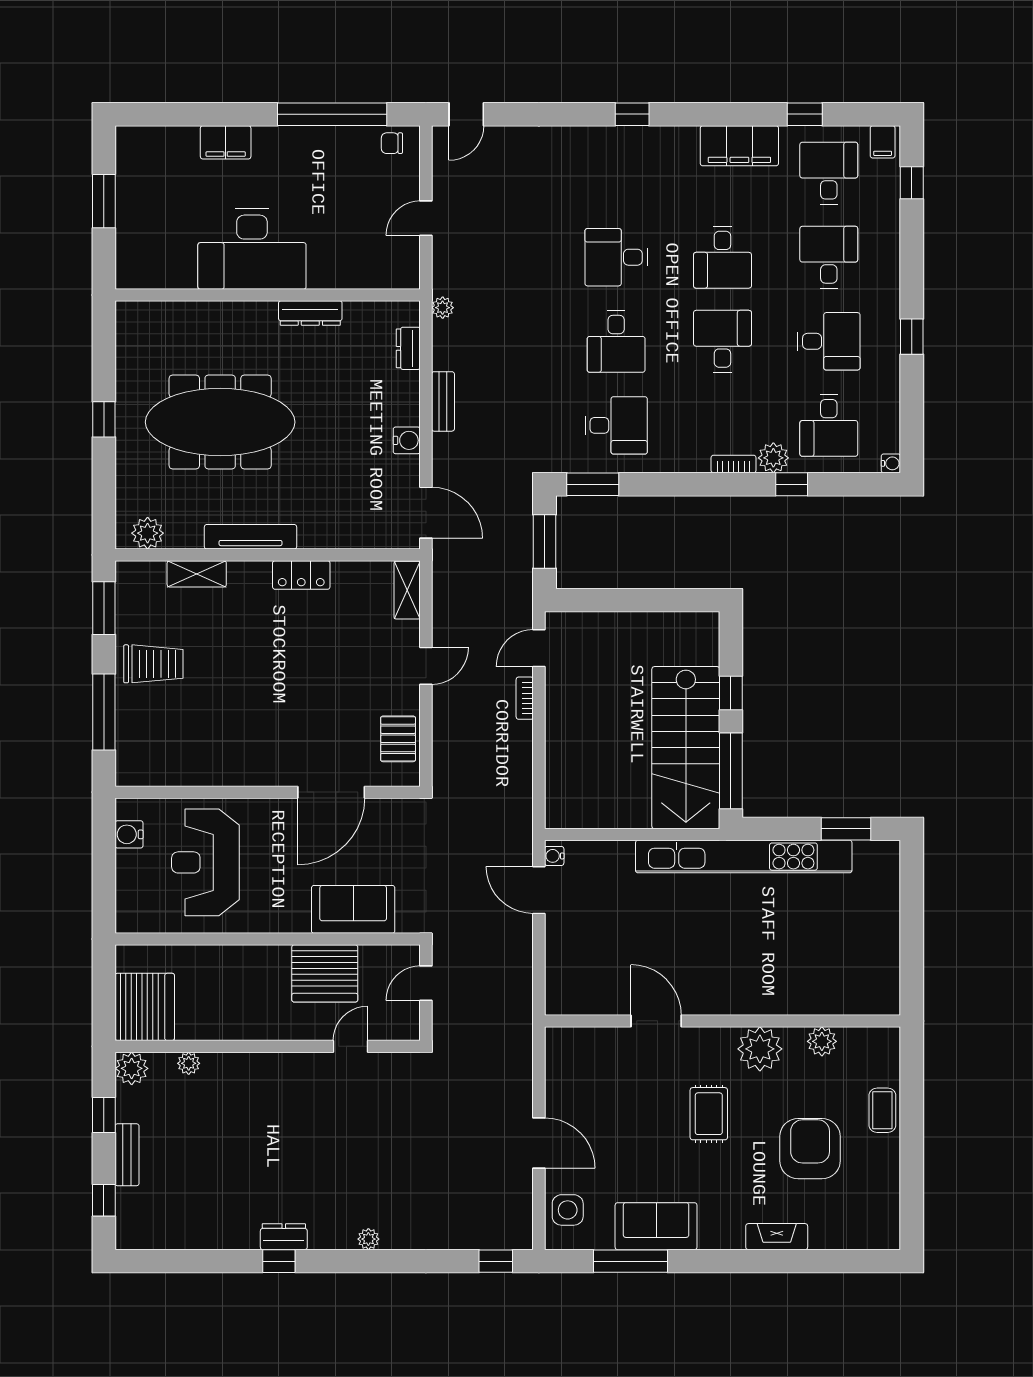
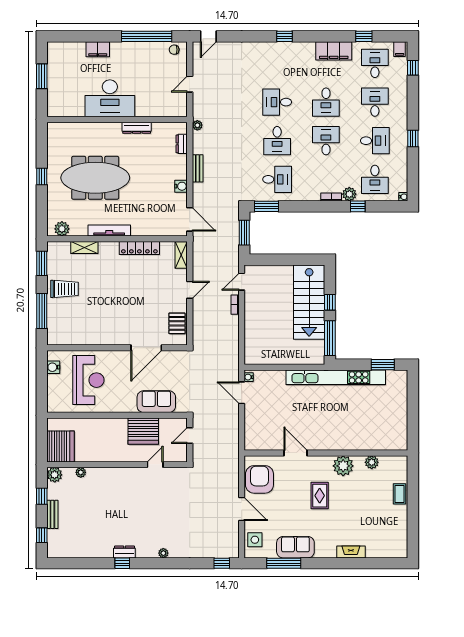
locker: (301, 575) -> (139, 248), width x1.53
stairs: (686, 748) -> (309, 302), moved
reception desk: (205, 862) -> (88, 380), turned 180
armchair: (810, 1149) -> (259, 479), moved

